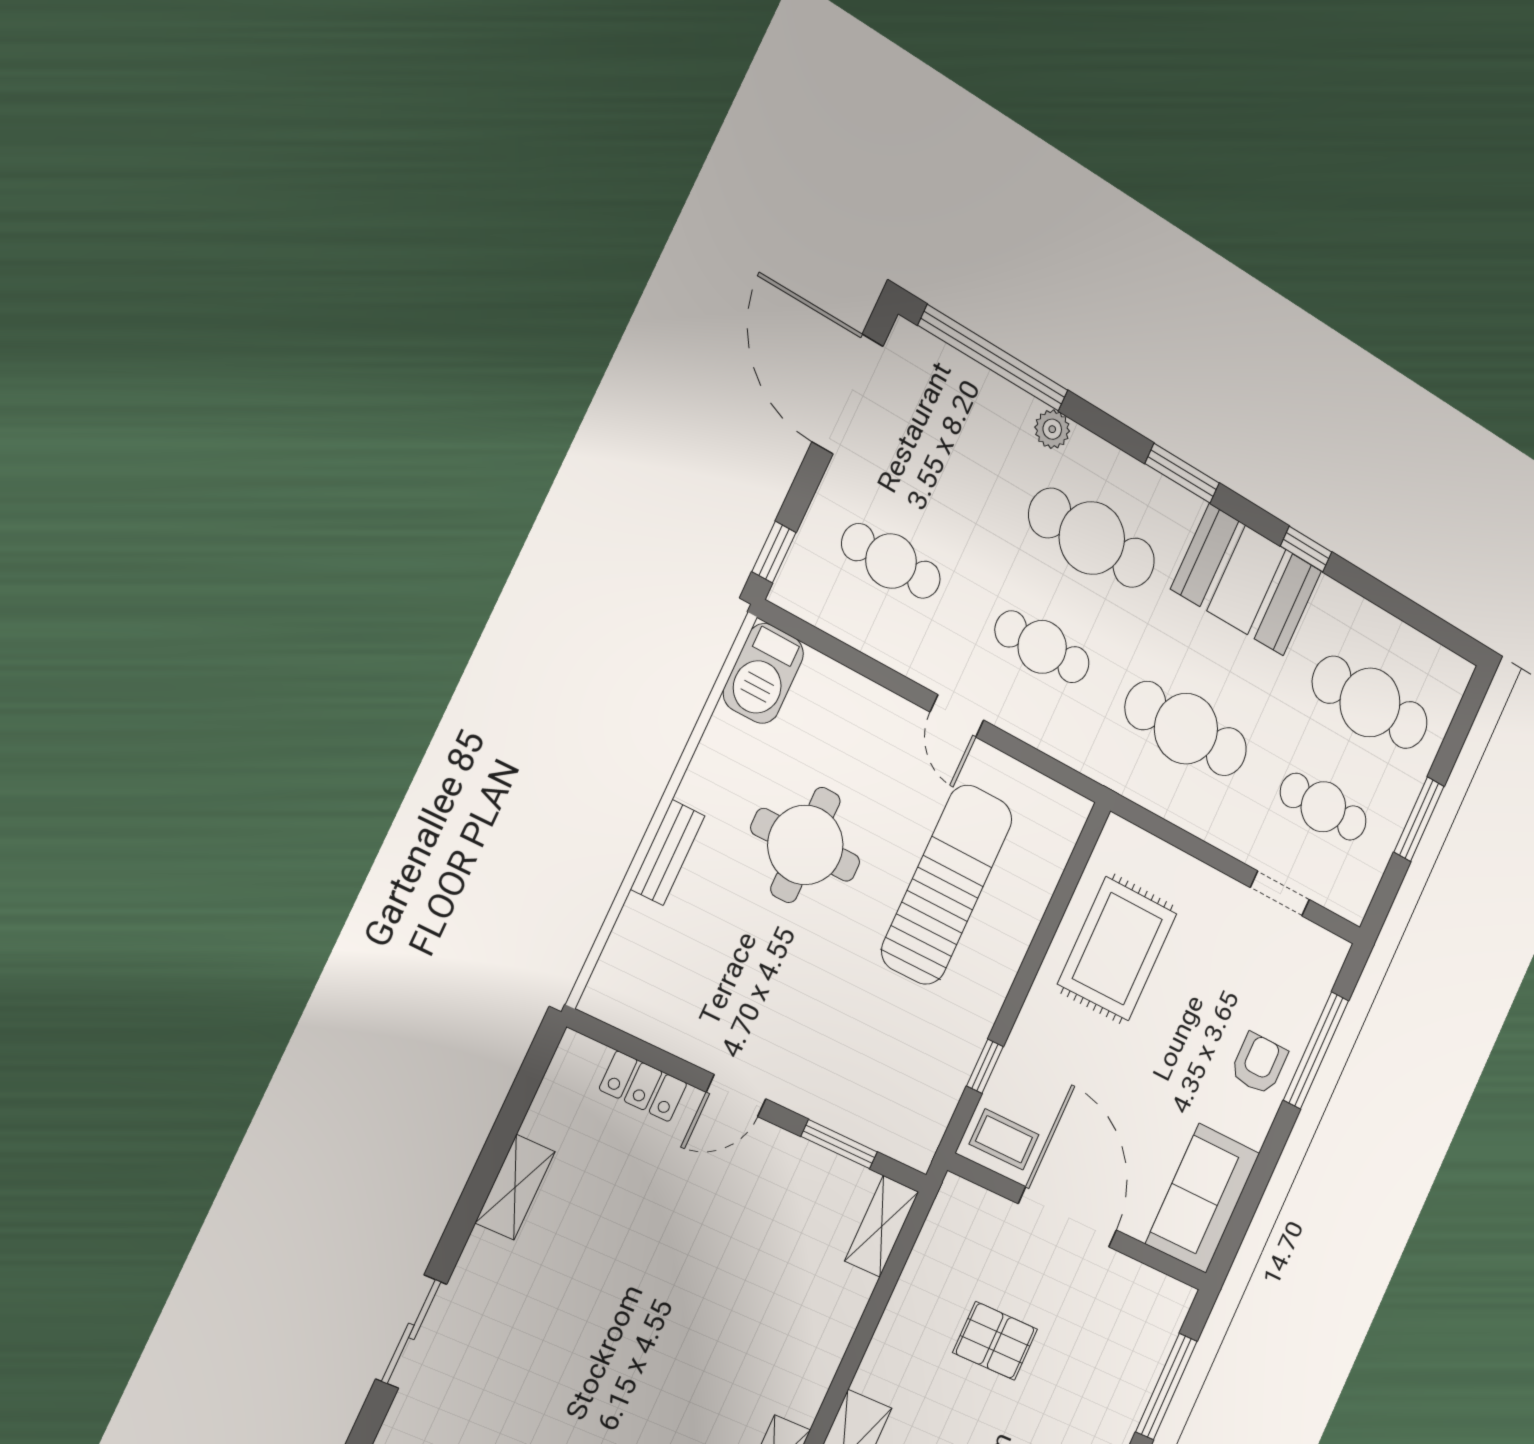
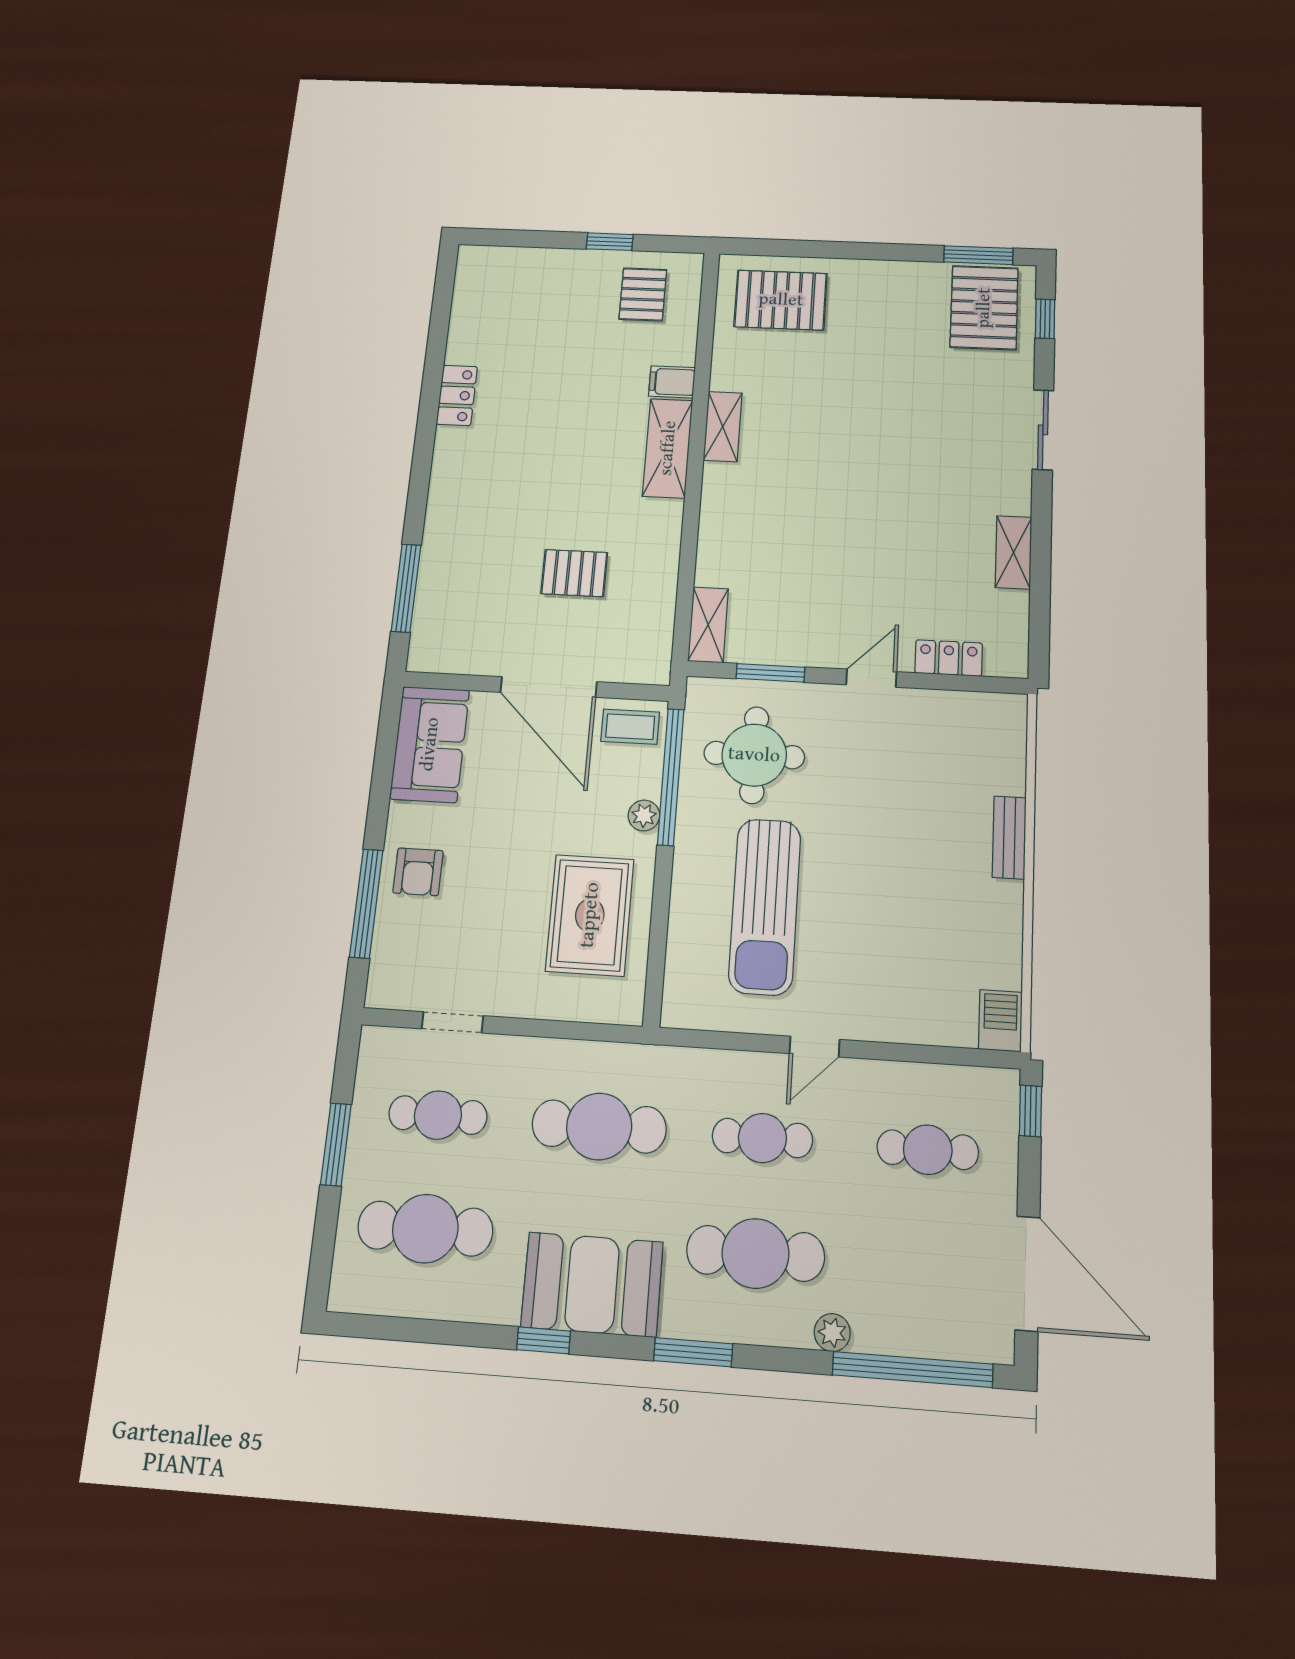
barbecue: (763, 673) -> (1000, 1021), width x0.73, depth x0.79
door: (957, 716) -> (815, 1047), swing flipped
round table: (805, 845) -> (754, 755), moved
plant: (1027, 1034) -> (644, 816), added
window: (985, 1066) -> (671, 777), width x3.17

